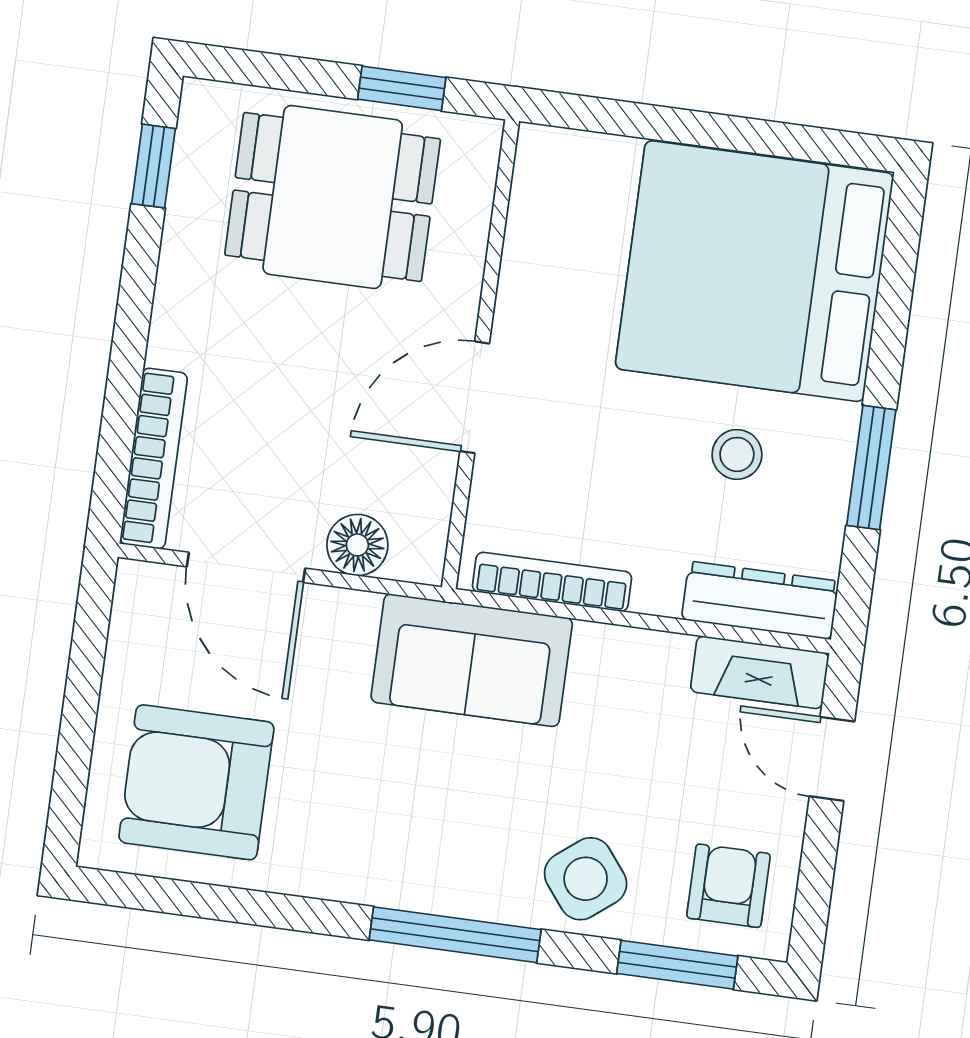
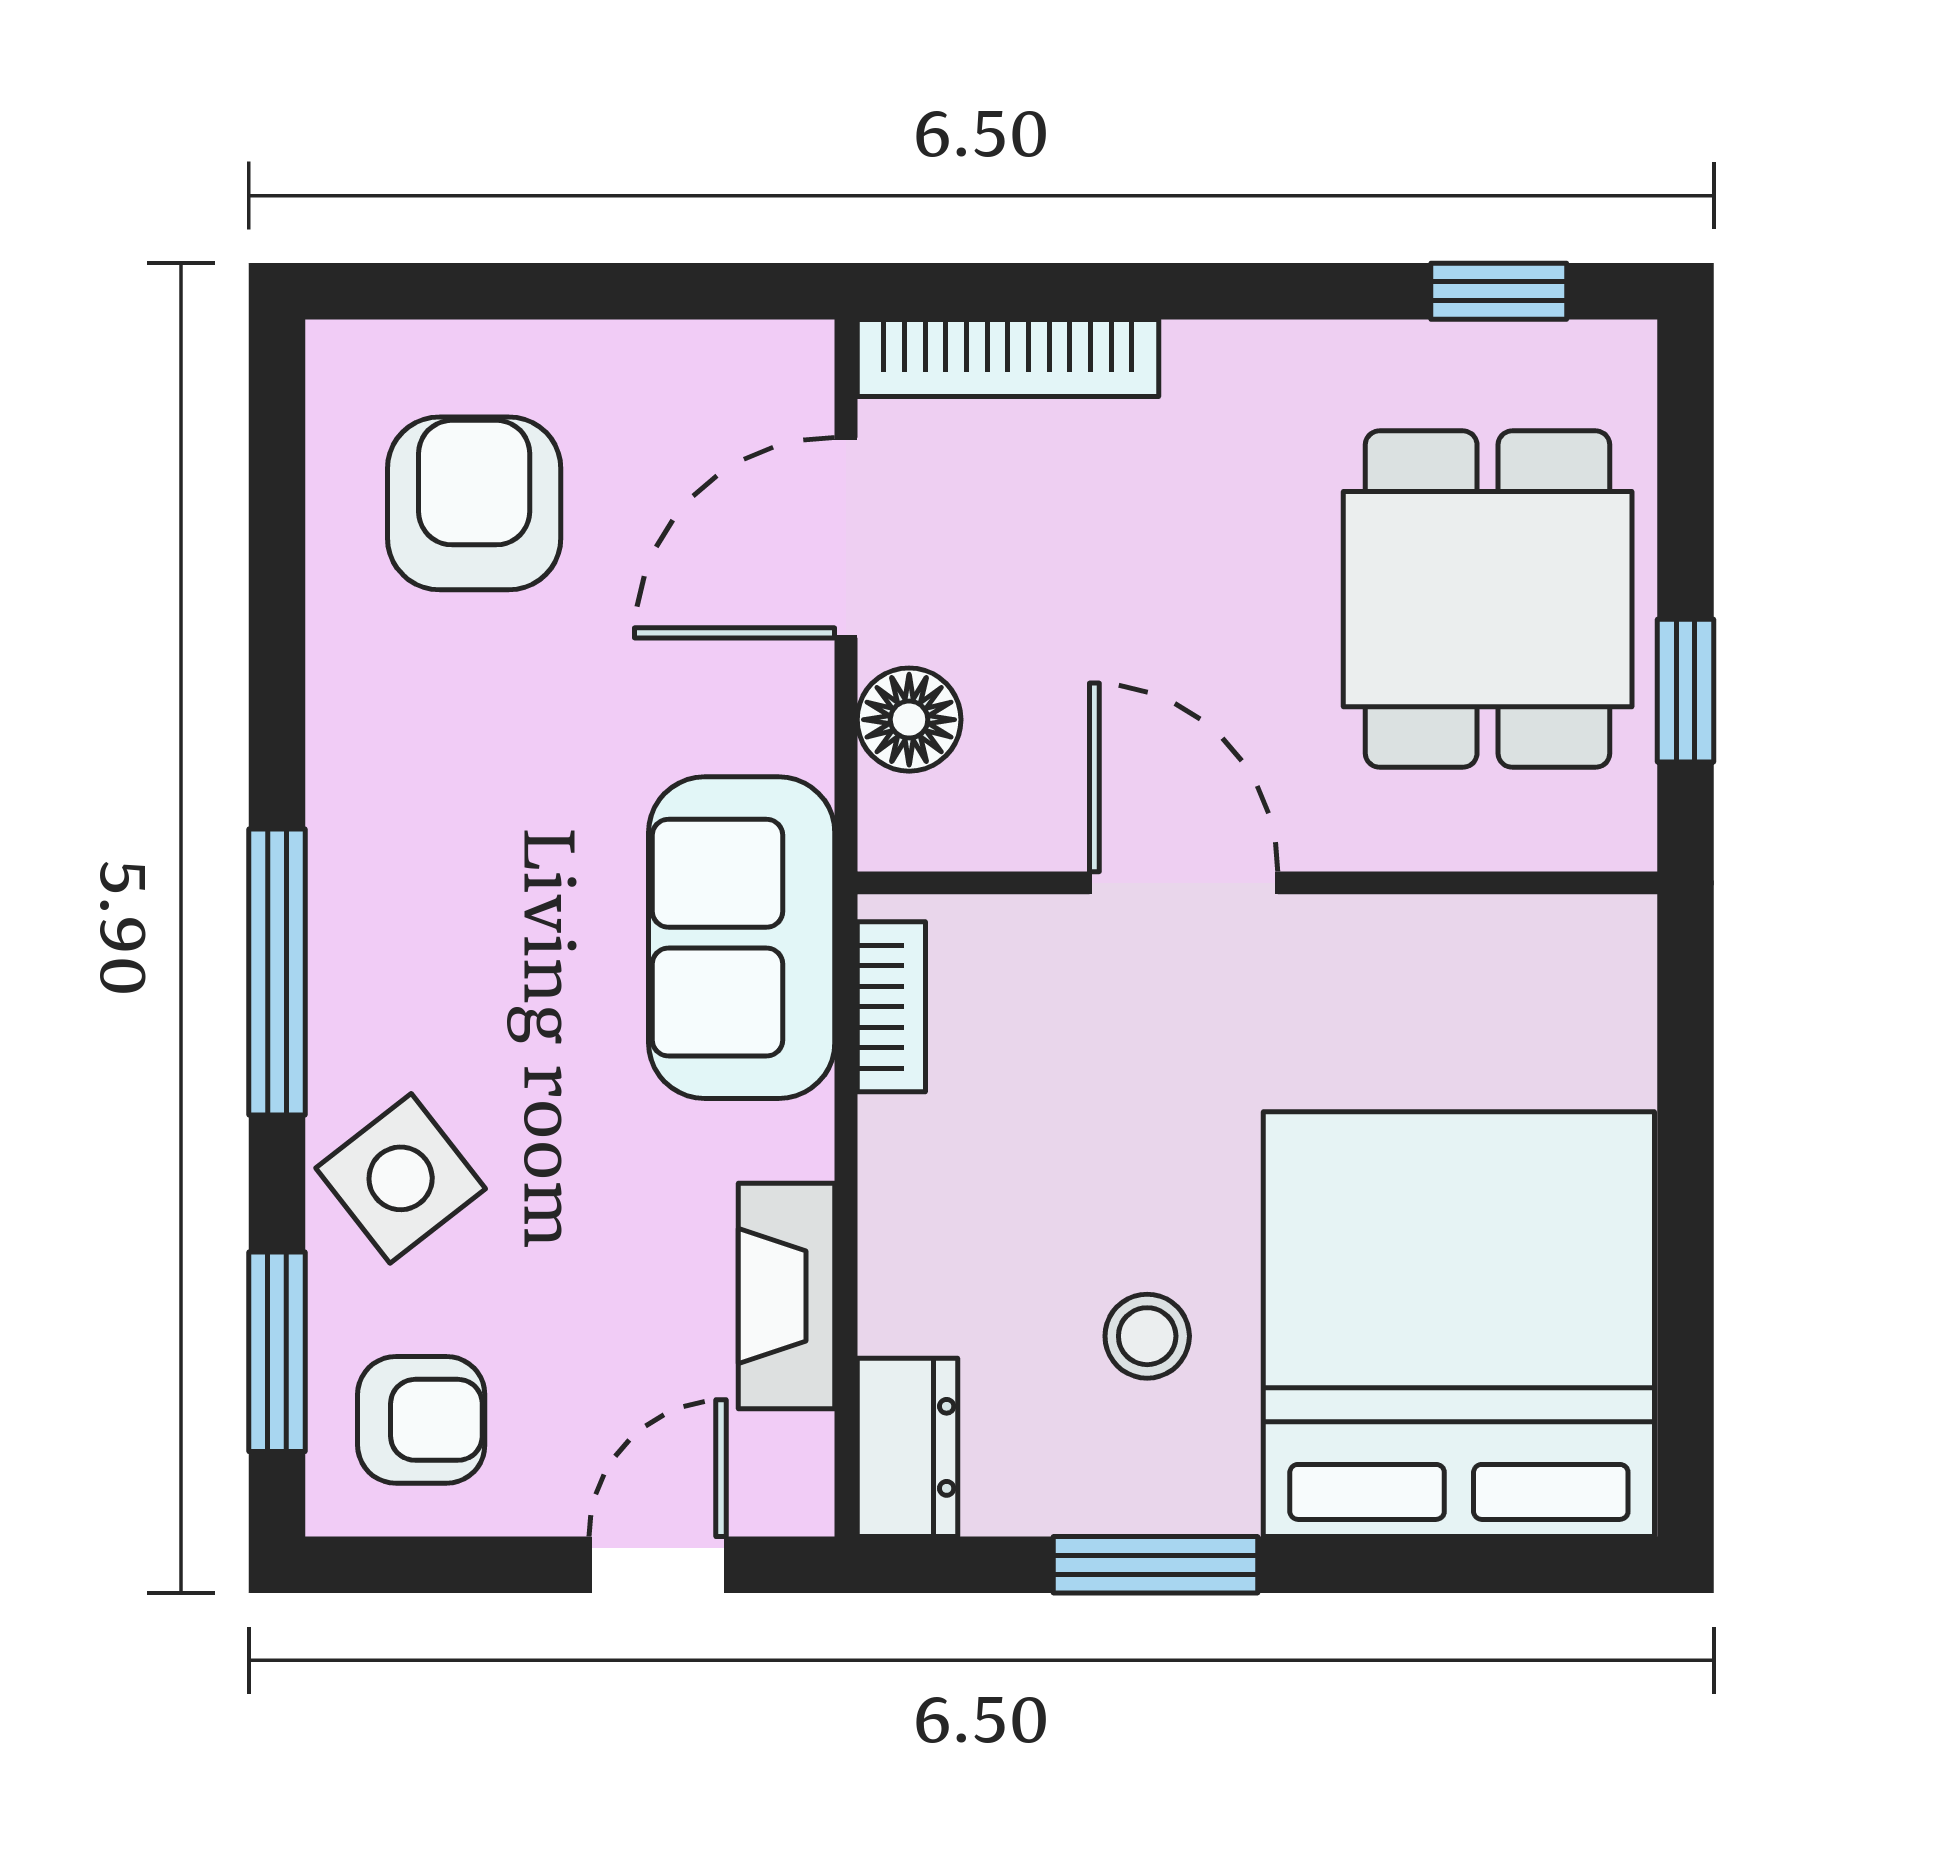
bookcase: (552, 582) -> (891, 1007), width x0.64
dresser: (760, 600) -> (907, 1447), width x0.70
fireplace: (760, 672) -> (787, 1296), moved
armchair: (196, 782) -> (474, 503), width x0.73, depth x0.73

